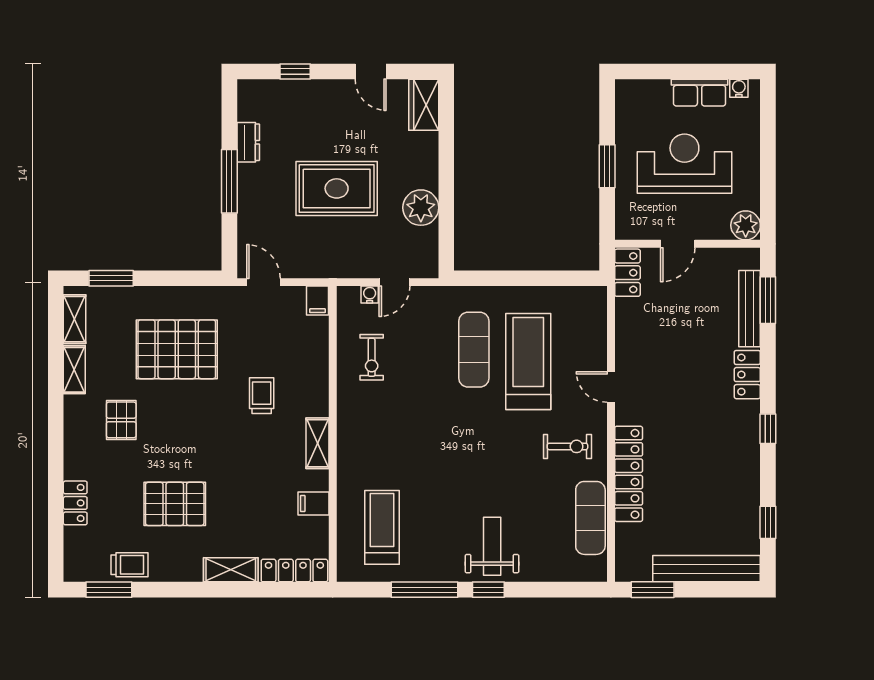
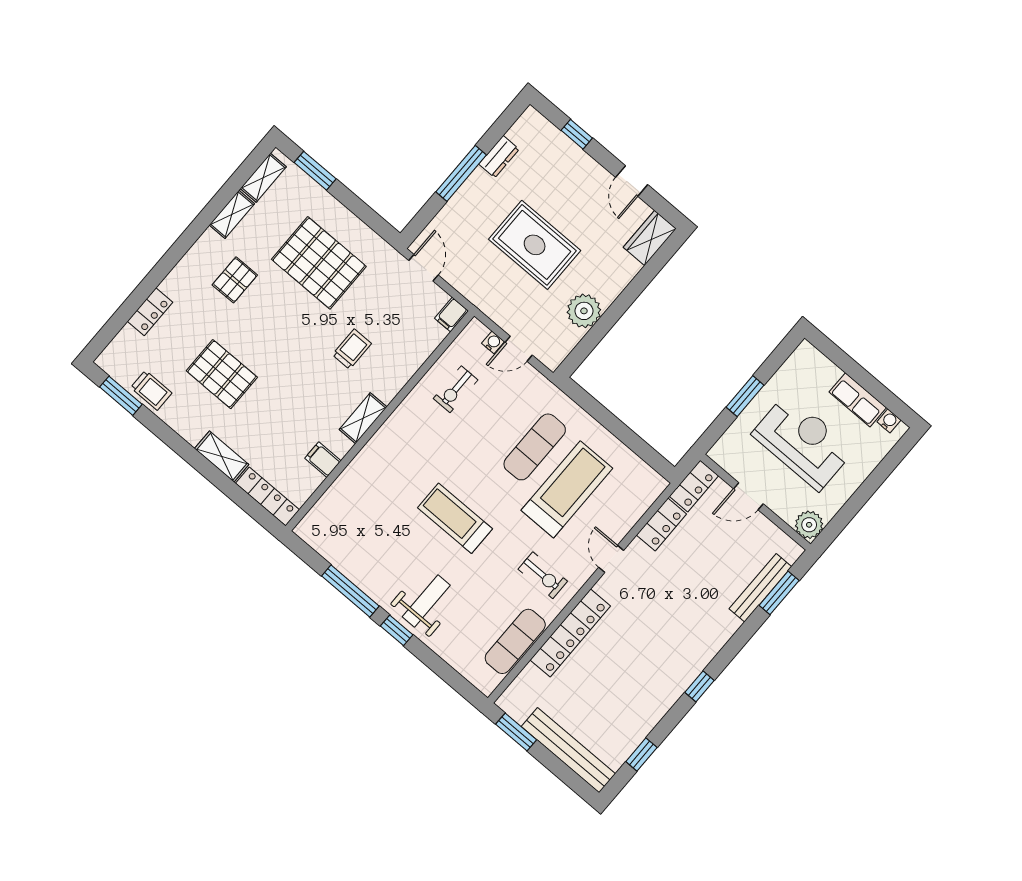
locker: (747, 375) -> (661, 525), moved, turned 180
treadmill: (382, 527) -> (455, 518), moved, turned -90

